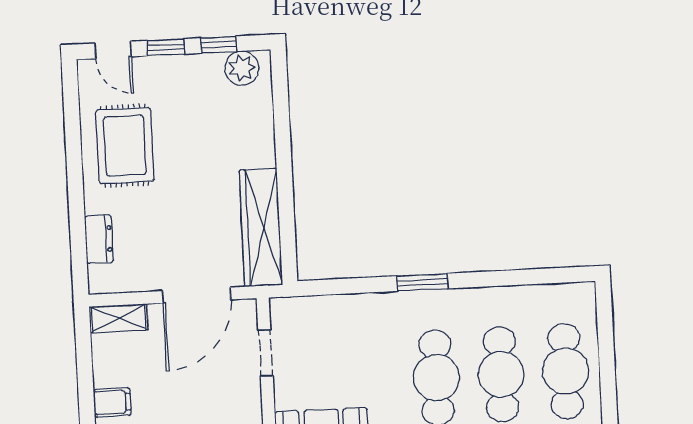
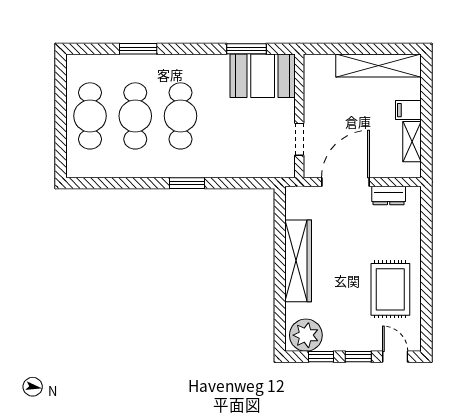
plant: (242, 68) -> (306, 335), width x1.36, depth x1.36
wardrobe: (261, 227) -> (298, 261), moved
dresser: (99, 239) -> (389, 196), moved, turned -90
shelving: (119, 318) -> (412, 142), moved, turned 90

